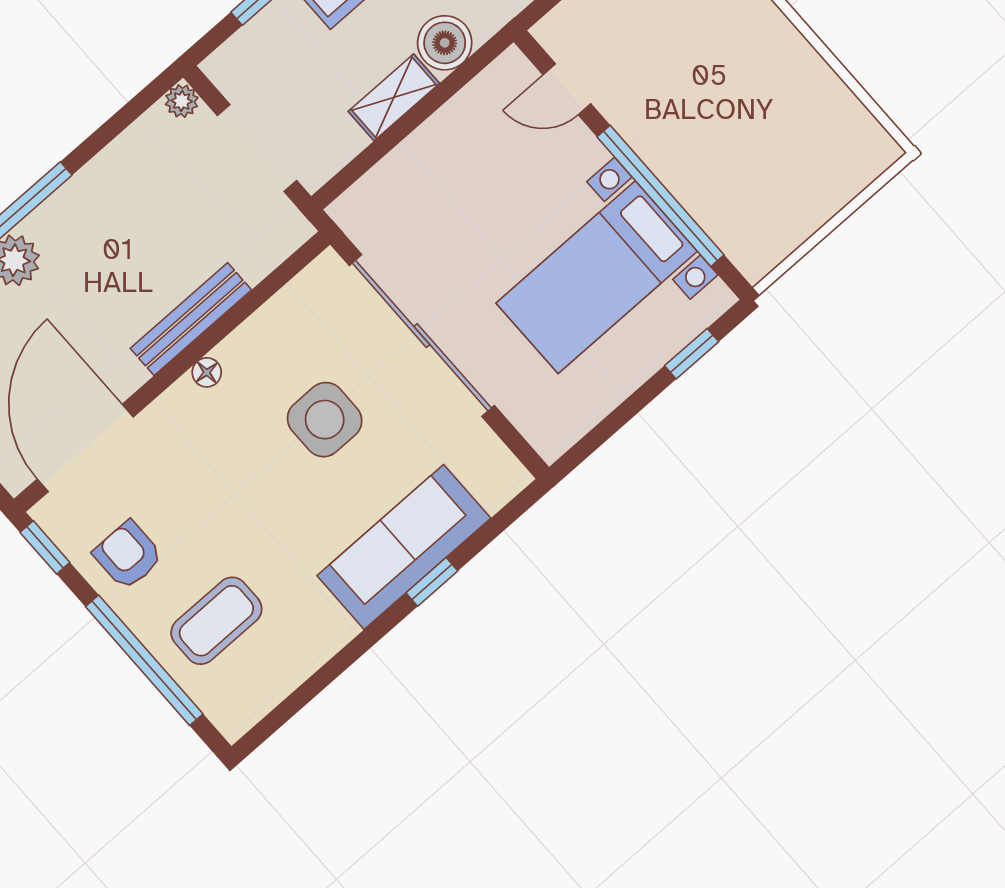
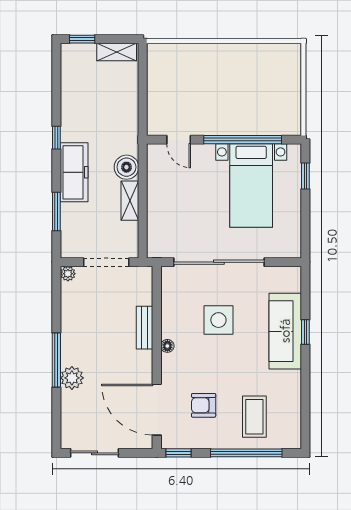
door: (567, 89) -> (179, 140), hinge flipped
bench: (191, 319) -> (145, 328), width x0.73
armchair: (128, 555) -> (204, 405), moved

